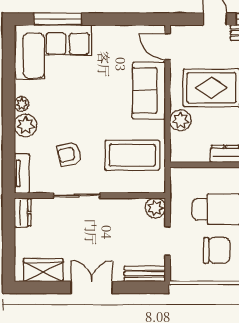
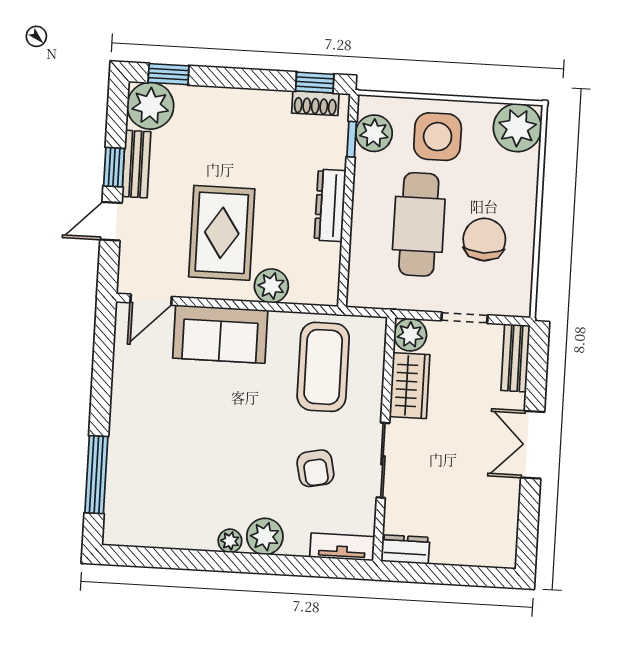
corner sofa: (54, 52) -> (149, 484), removed
wardrobe: (43, 270) -> (410, 386), moved, turned 180

